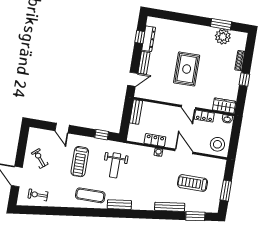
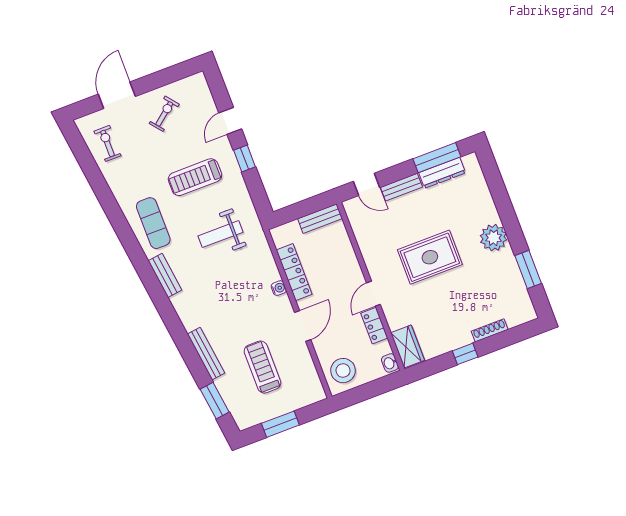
window: (140, 37) -> (437, 158), width x2.17
plant: (223, 37) -> (494, 238), moved
window: (102, 135) -> (245, 159), moved
locker: (155, 140) -> (294, 272), width x1.53

